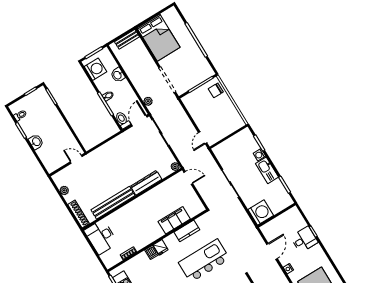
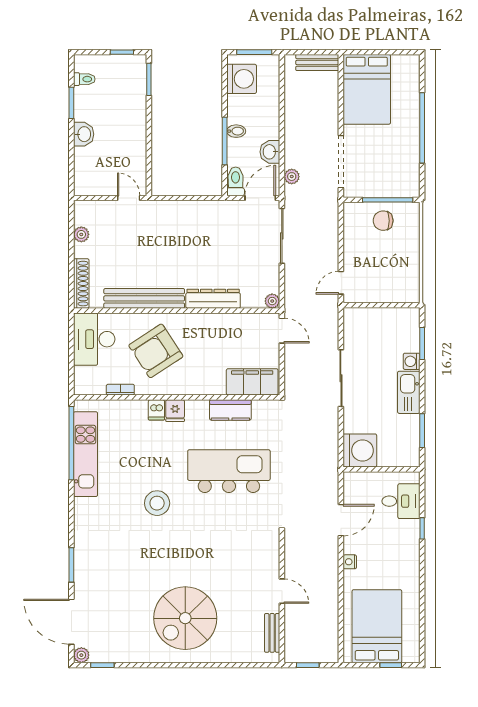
washbasin: (118, 75) -> (270, 152), moved
chair: (216, 90) -> (383, 221), moved
filing cabinet: (174, 220) -> (252, 382), moved
armchair: (134, 224) -> (156, 351), added
desk: (304, 239) -> (401, 501), moved

